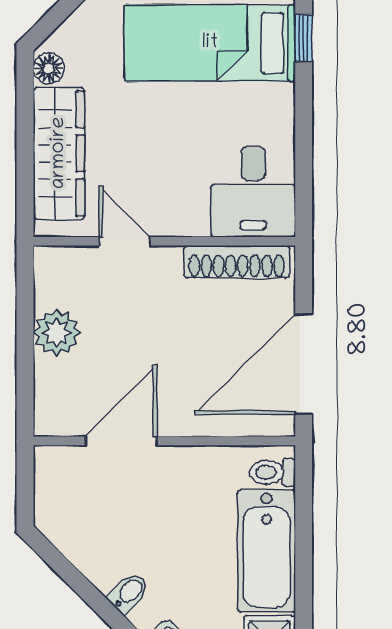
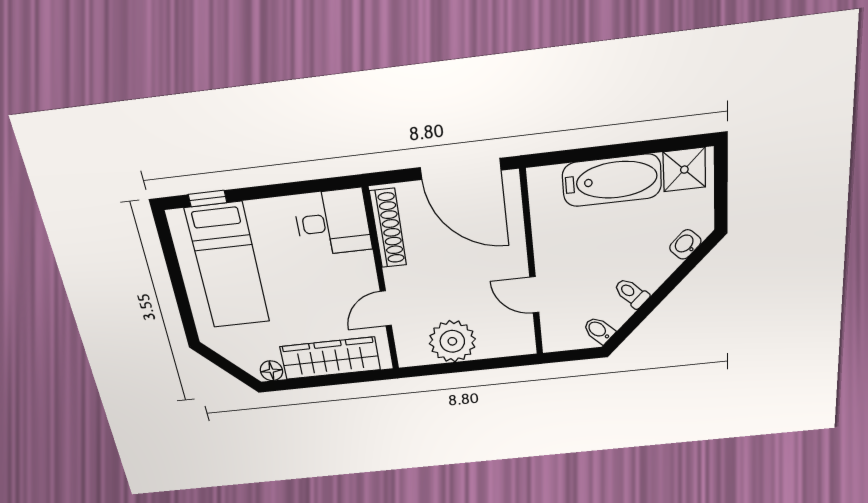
plant: (57, 333) -> (452, 341), width x1.36, depth x1.36
door: (121, 441) -> (534, 295), width x0.73
toilet: (272, 472) -> (631, 293), moved, turned 135
bidet: (129, 593) -> (599, 330), moved

